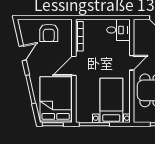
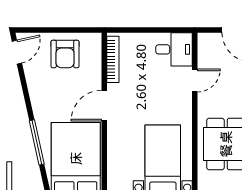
door: (23, 53) -> (17, 52), moved
door: (132, 63) -> (195, 81), moved

